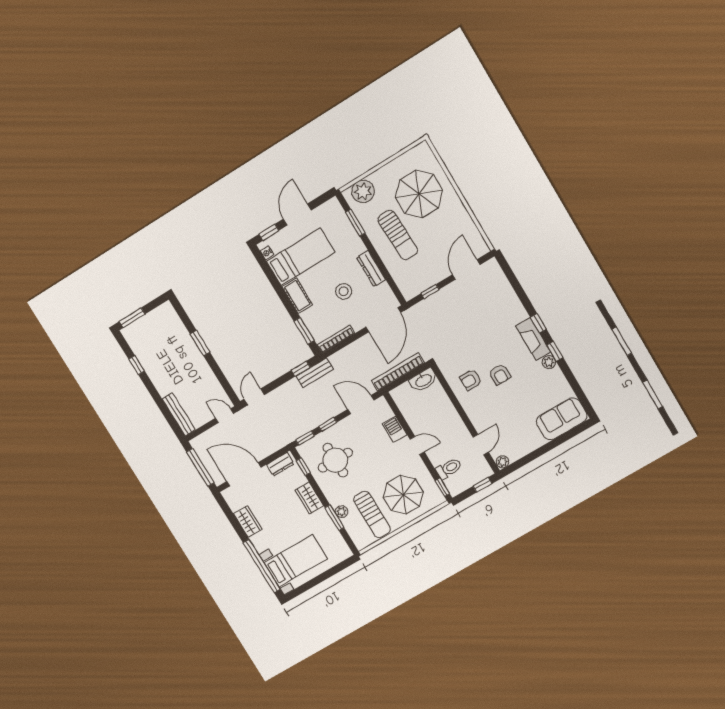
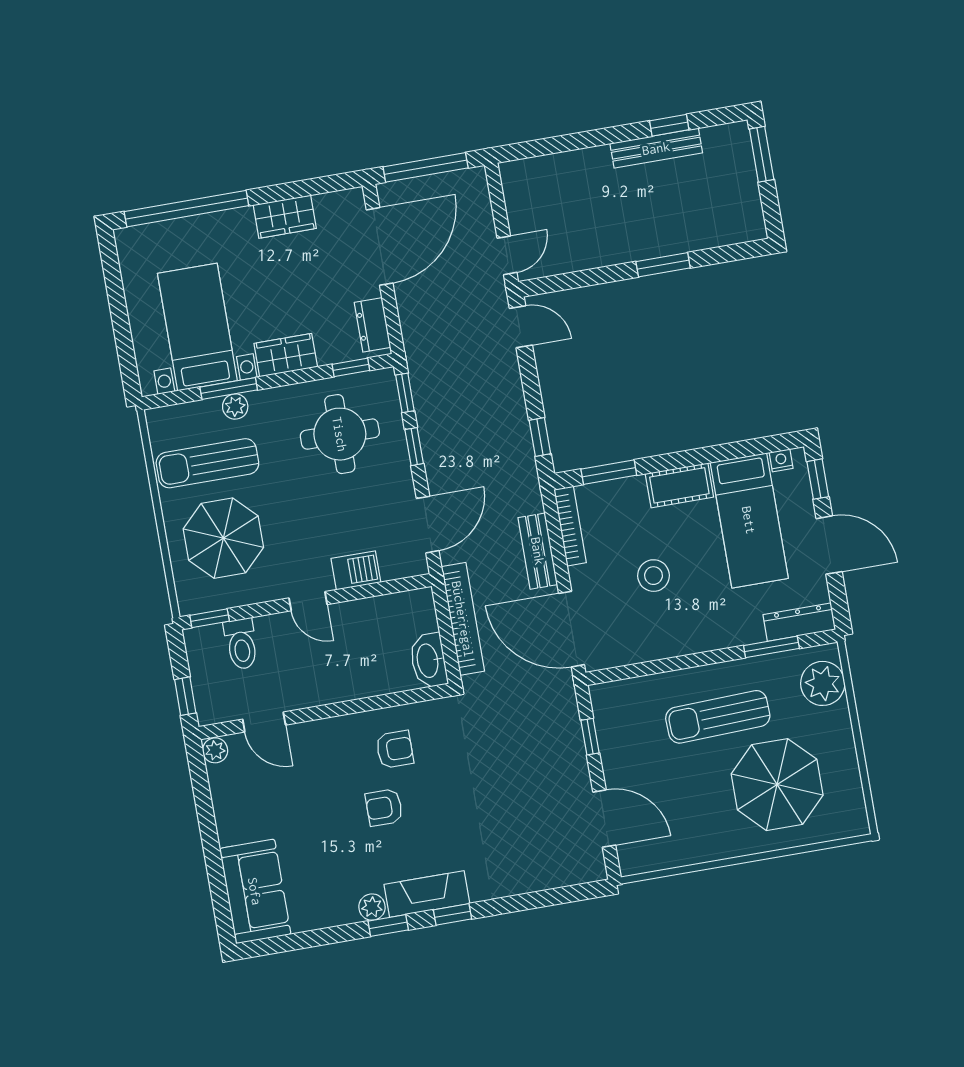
dresser: (371, 269) -> (799, 622), moved
bench: (315, 373) -> (538, 551), moved
armchair: (471, 380) -> (395, 749), turned 90
bench: (179, 414) -> (656, 148), moved
door: (417, 446) -> (308, 601), hinge flipped
bed with nightstands: (296, 561) -> (197, 327), moved, turned 180

